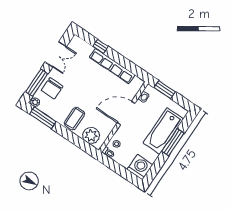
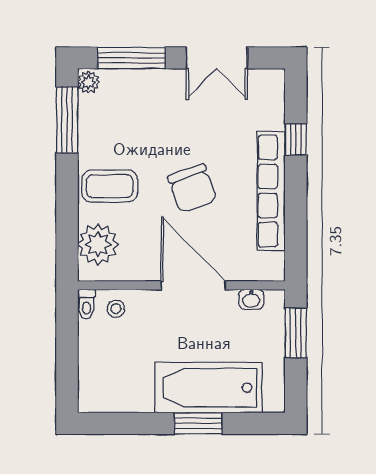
chair: (52, 88) -> (192, 188), moved, turned -110
window: (173, 142) -> (198, 423), width x0.69
washing machine: (140, 167) -> (101, 390), removed

